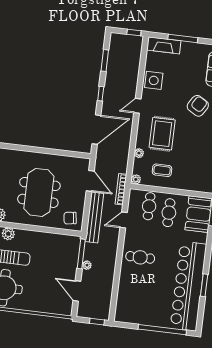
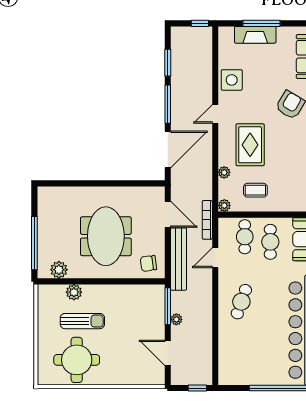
fireplace: (164, 45) -> (255, 35), moved
window: (101, 94) -> (168, 104), width x2.17
cafe table: (140, 257) -> (241, 302), turned -71

